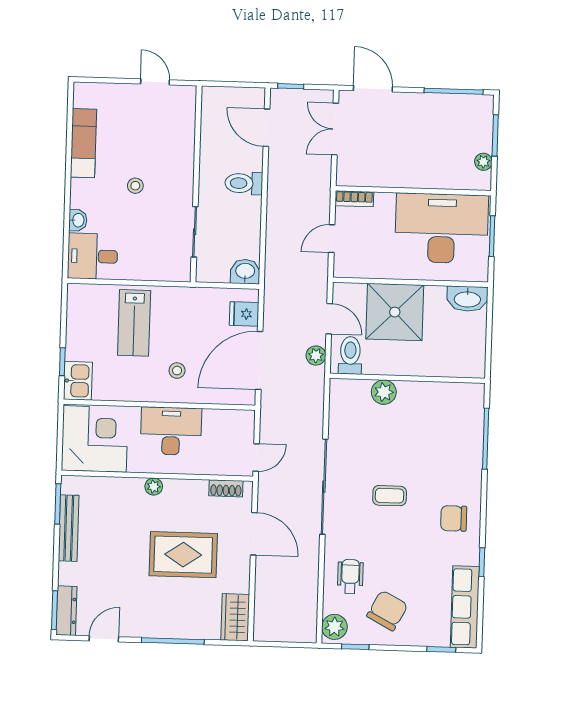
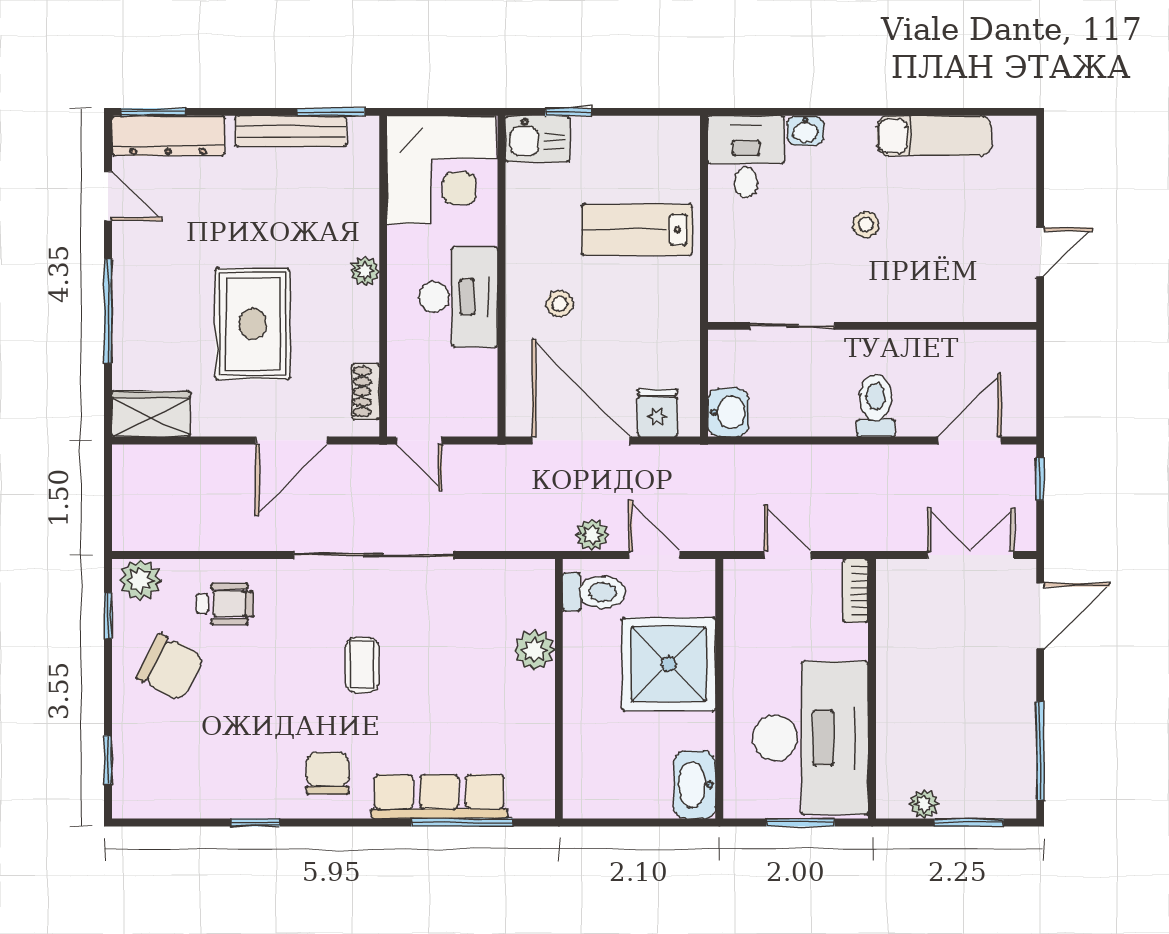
door: (329, 319) -> (654, 555), swing flipped
row of seats: (465, 607) -> (439, 796), moved
dresser: (66, 611) -> (168, 136), width x1.37, depth x1.24

